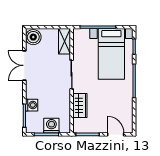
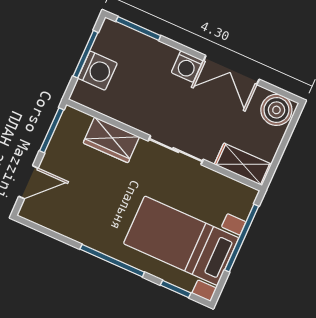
double door: (24, 65) -> (231, 70), swing flipped
washing machine: (32, 105) -> (187, 66), moved

